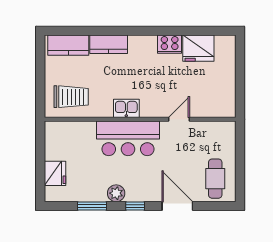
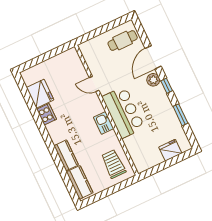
plant: (116, 193) -> (153, 80), moved

